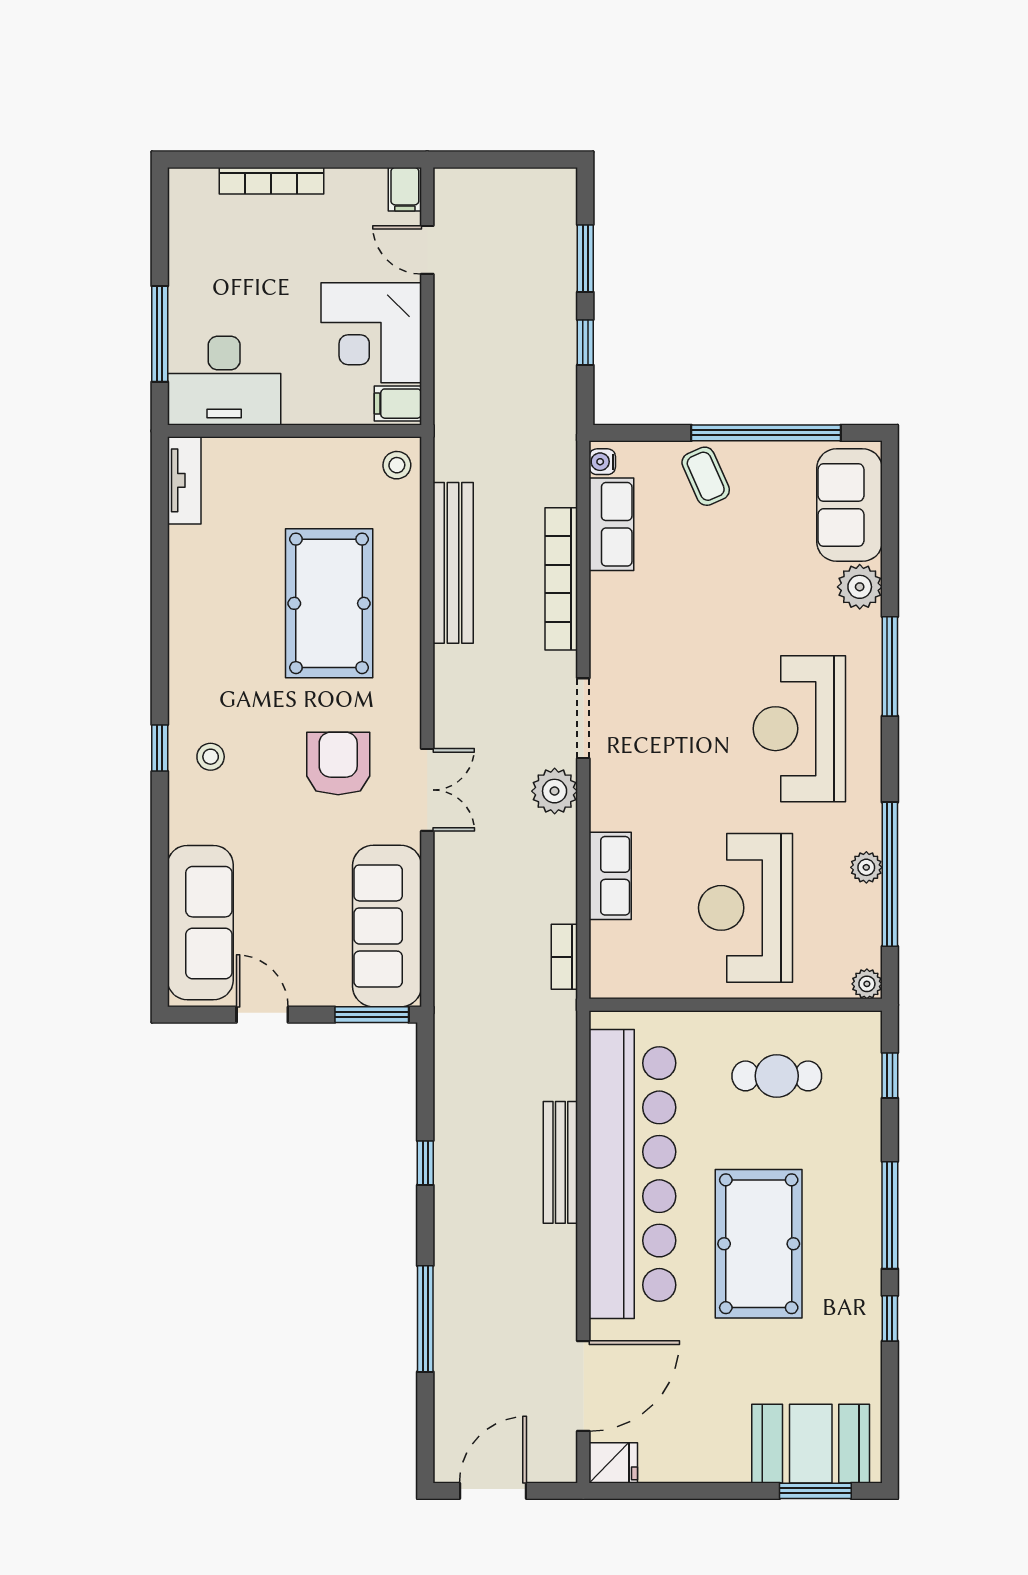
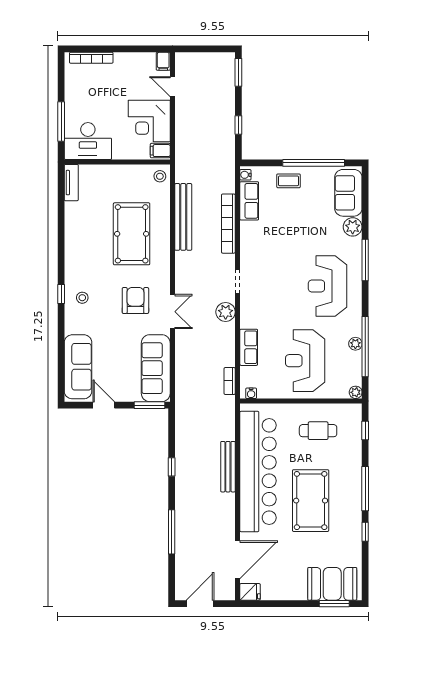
bookcase: (271, 181) -> (91, 58), moved
window: (585, 258) -> (238, 72), moved
coffee table: (706, 476) -> (289, 181), turned -66
doorway: (583, 718) -> (238, 282), width x0.73
water cooler: (616, 986) -> (251, 393), added

